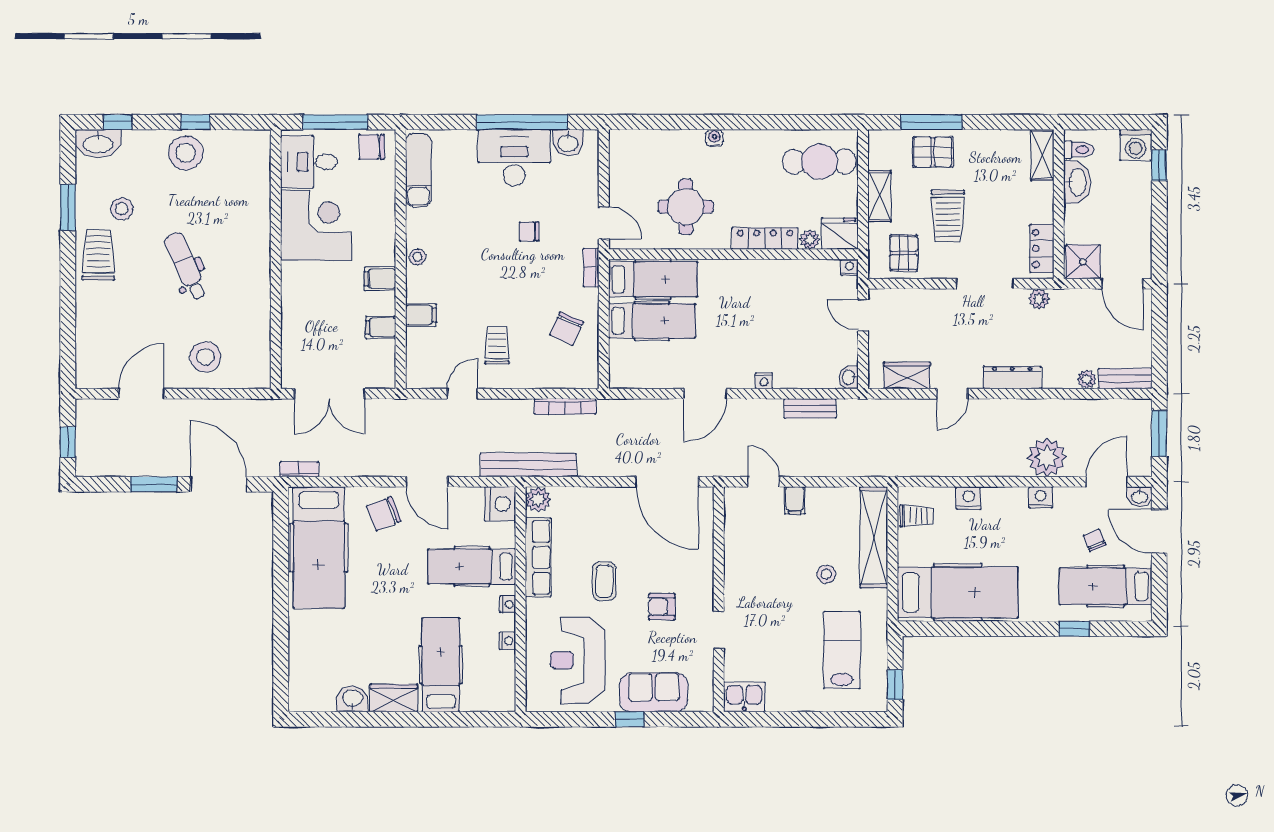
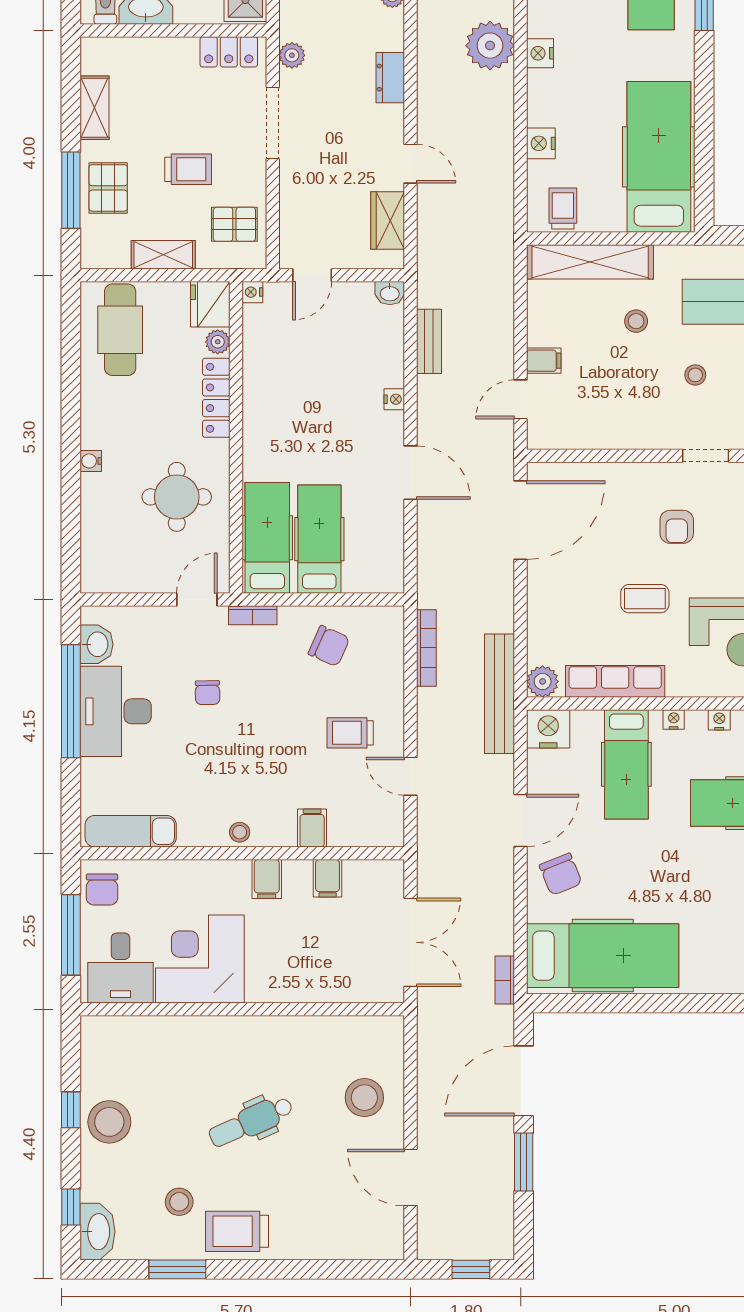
shelving: (1042, 155) -> (94, 108), moved, turned 90
trolley: (948, 216) -> (188, 169), width x0.73, depth x0.72
dresser: (1012, 378) -> (390, 78), width x0.70
stool: (783, 622) -> (695, 375), added

